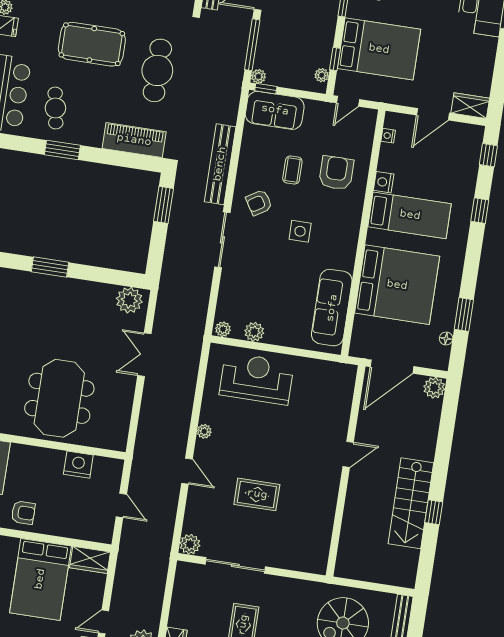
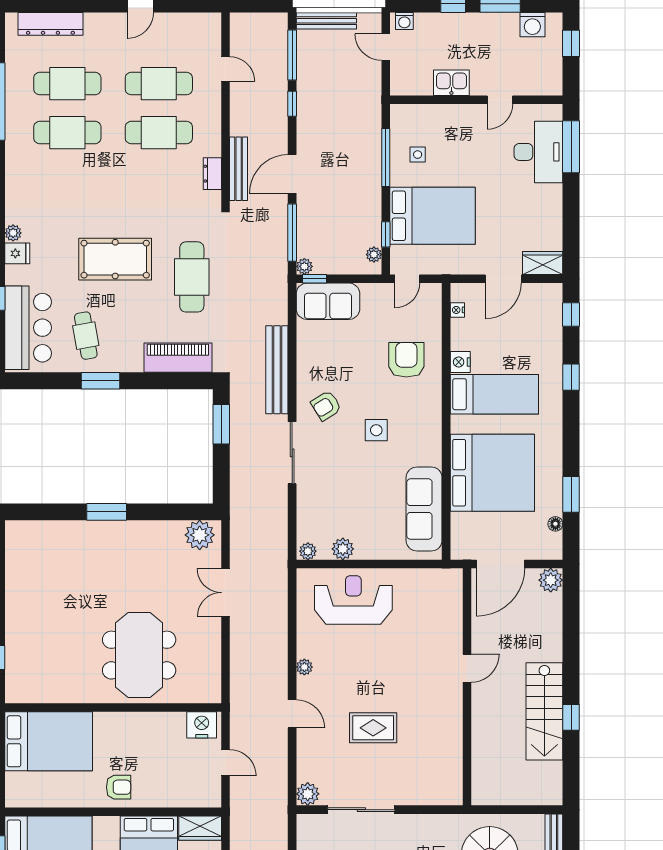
coffee table: (292, 170) -> (358, 364), removed
nightstand: (78, 465) -> (202, 725), moved

